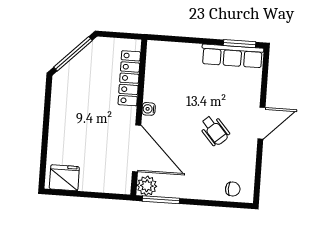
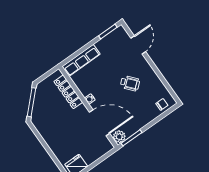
row of seats: (232, 56) -> (81, 60), moved
door: (261, 123) -> (138, 45), moved

